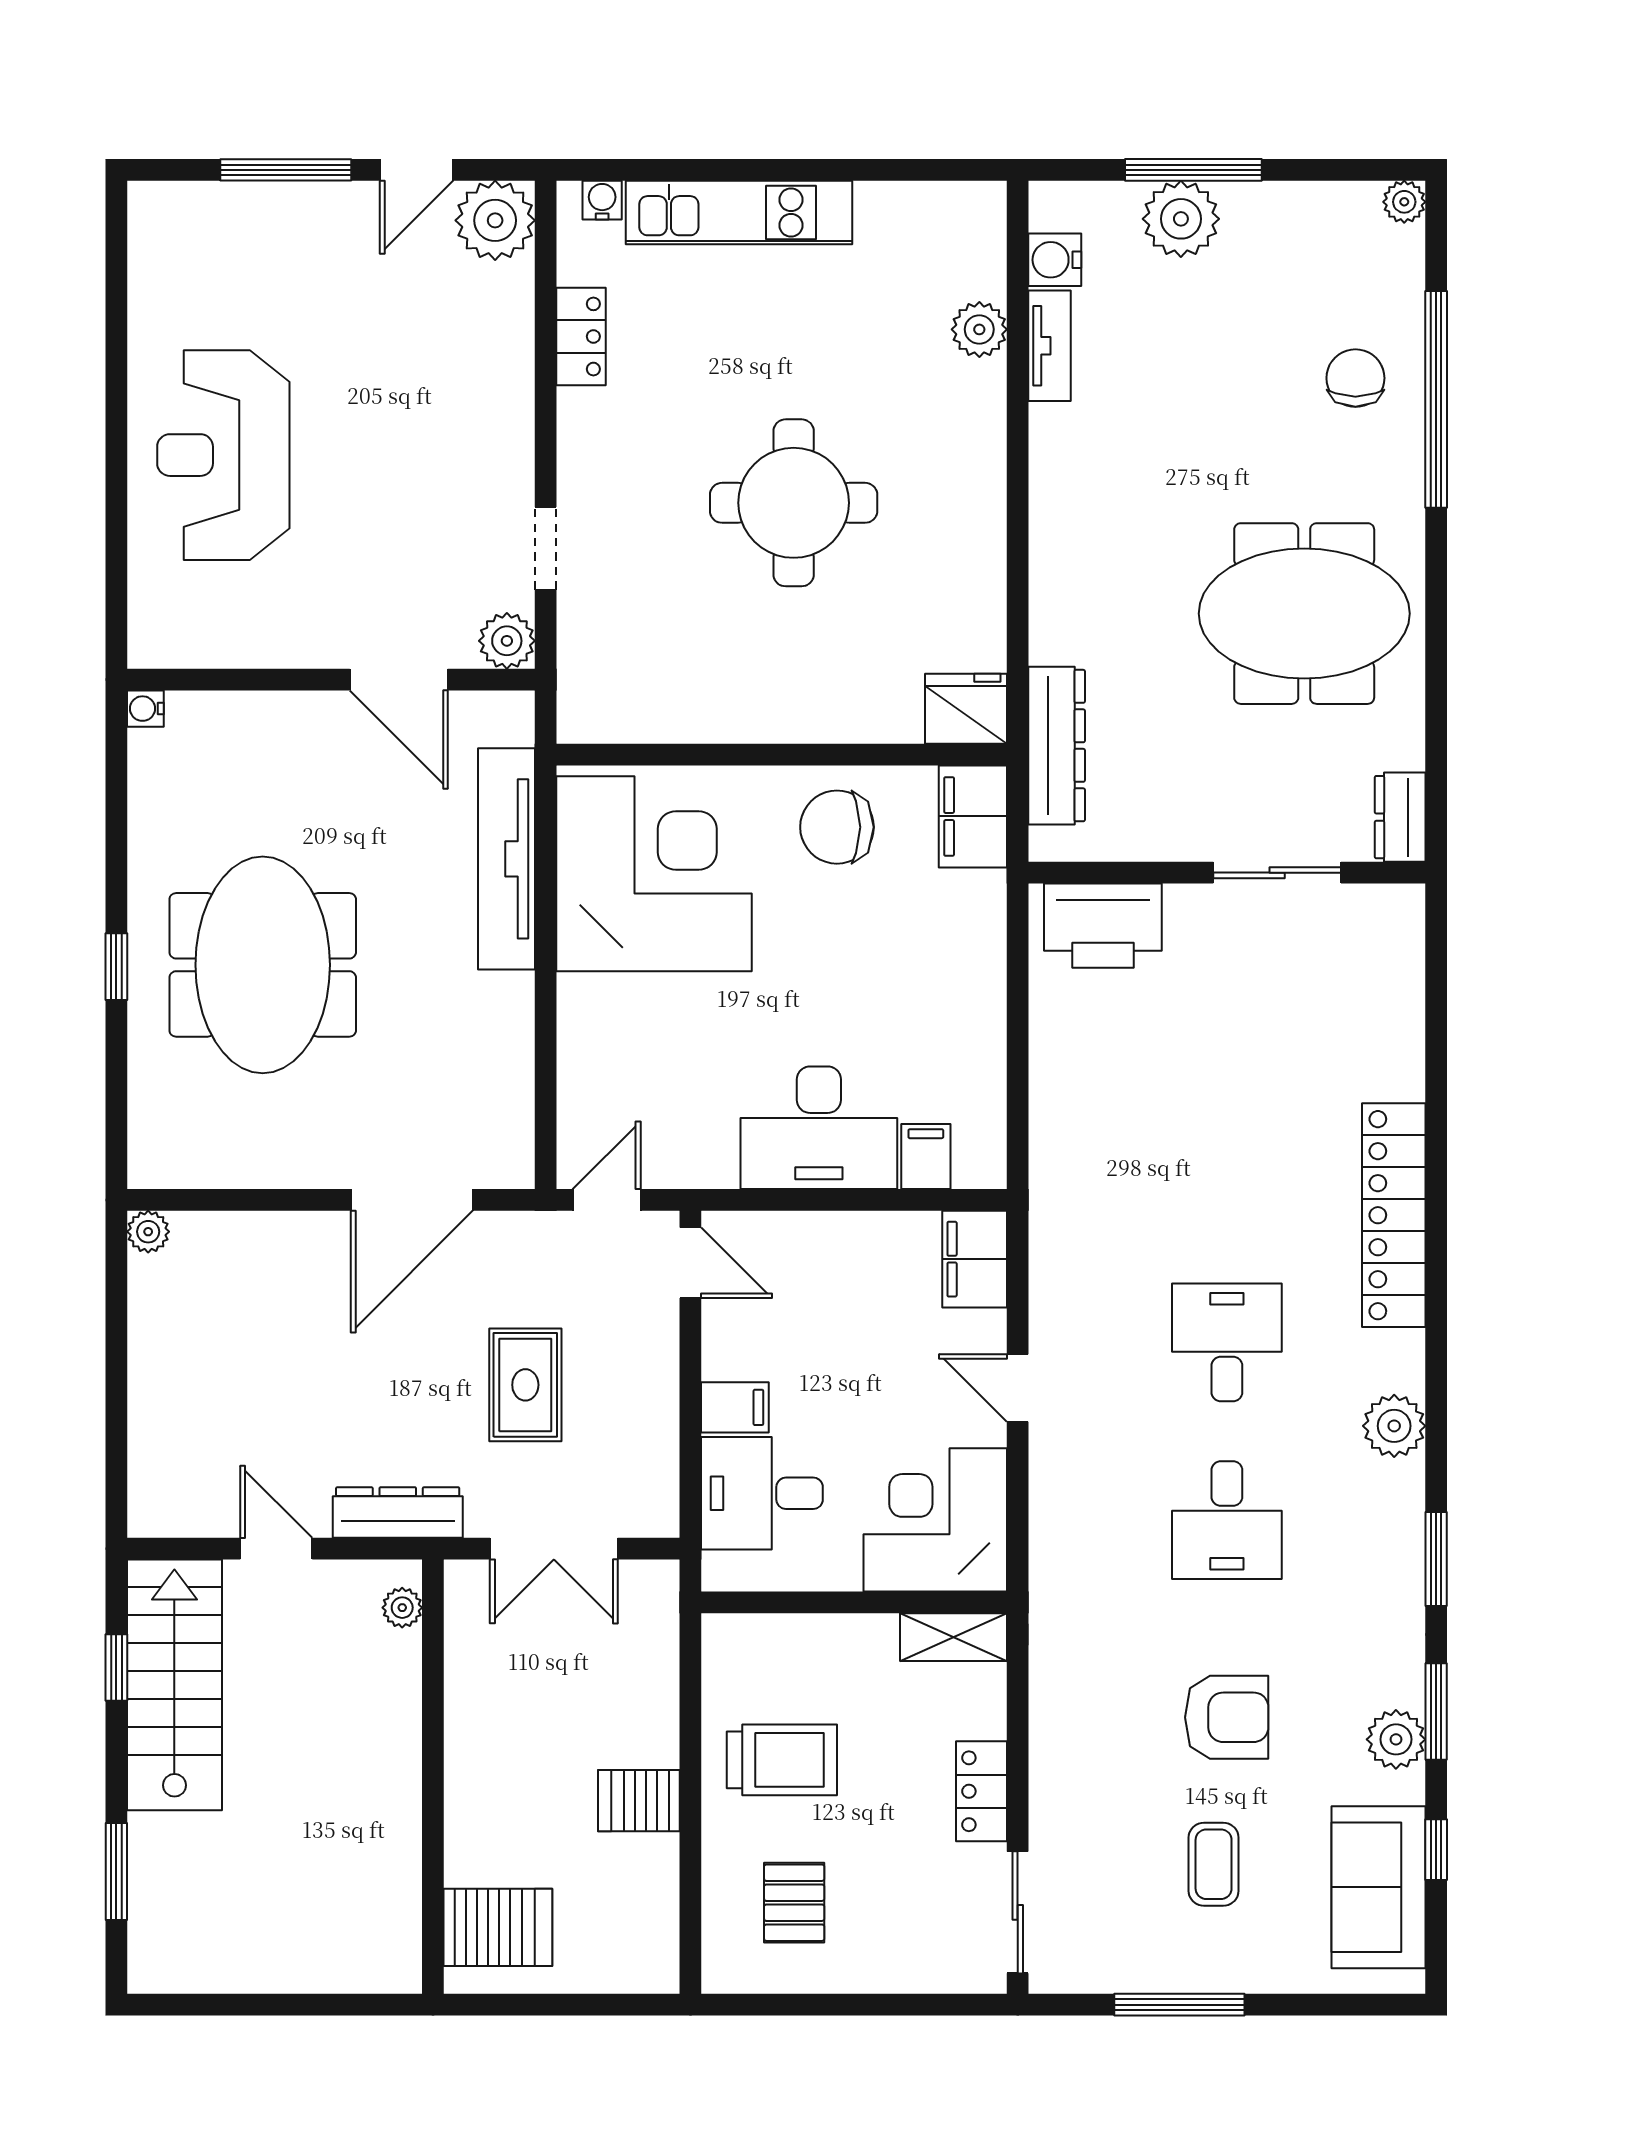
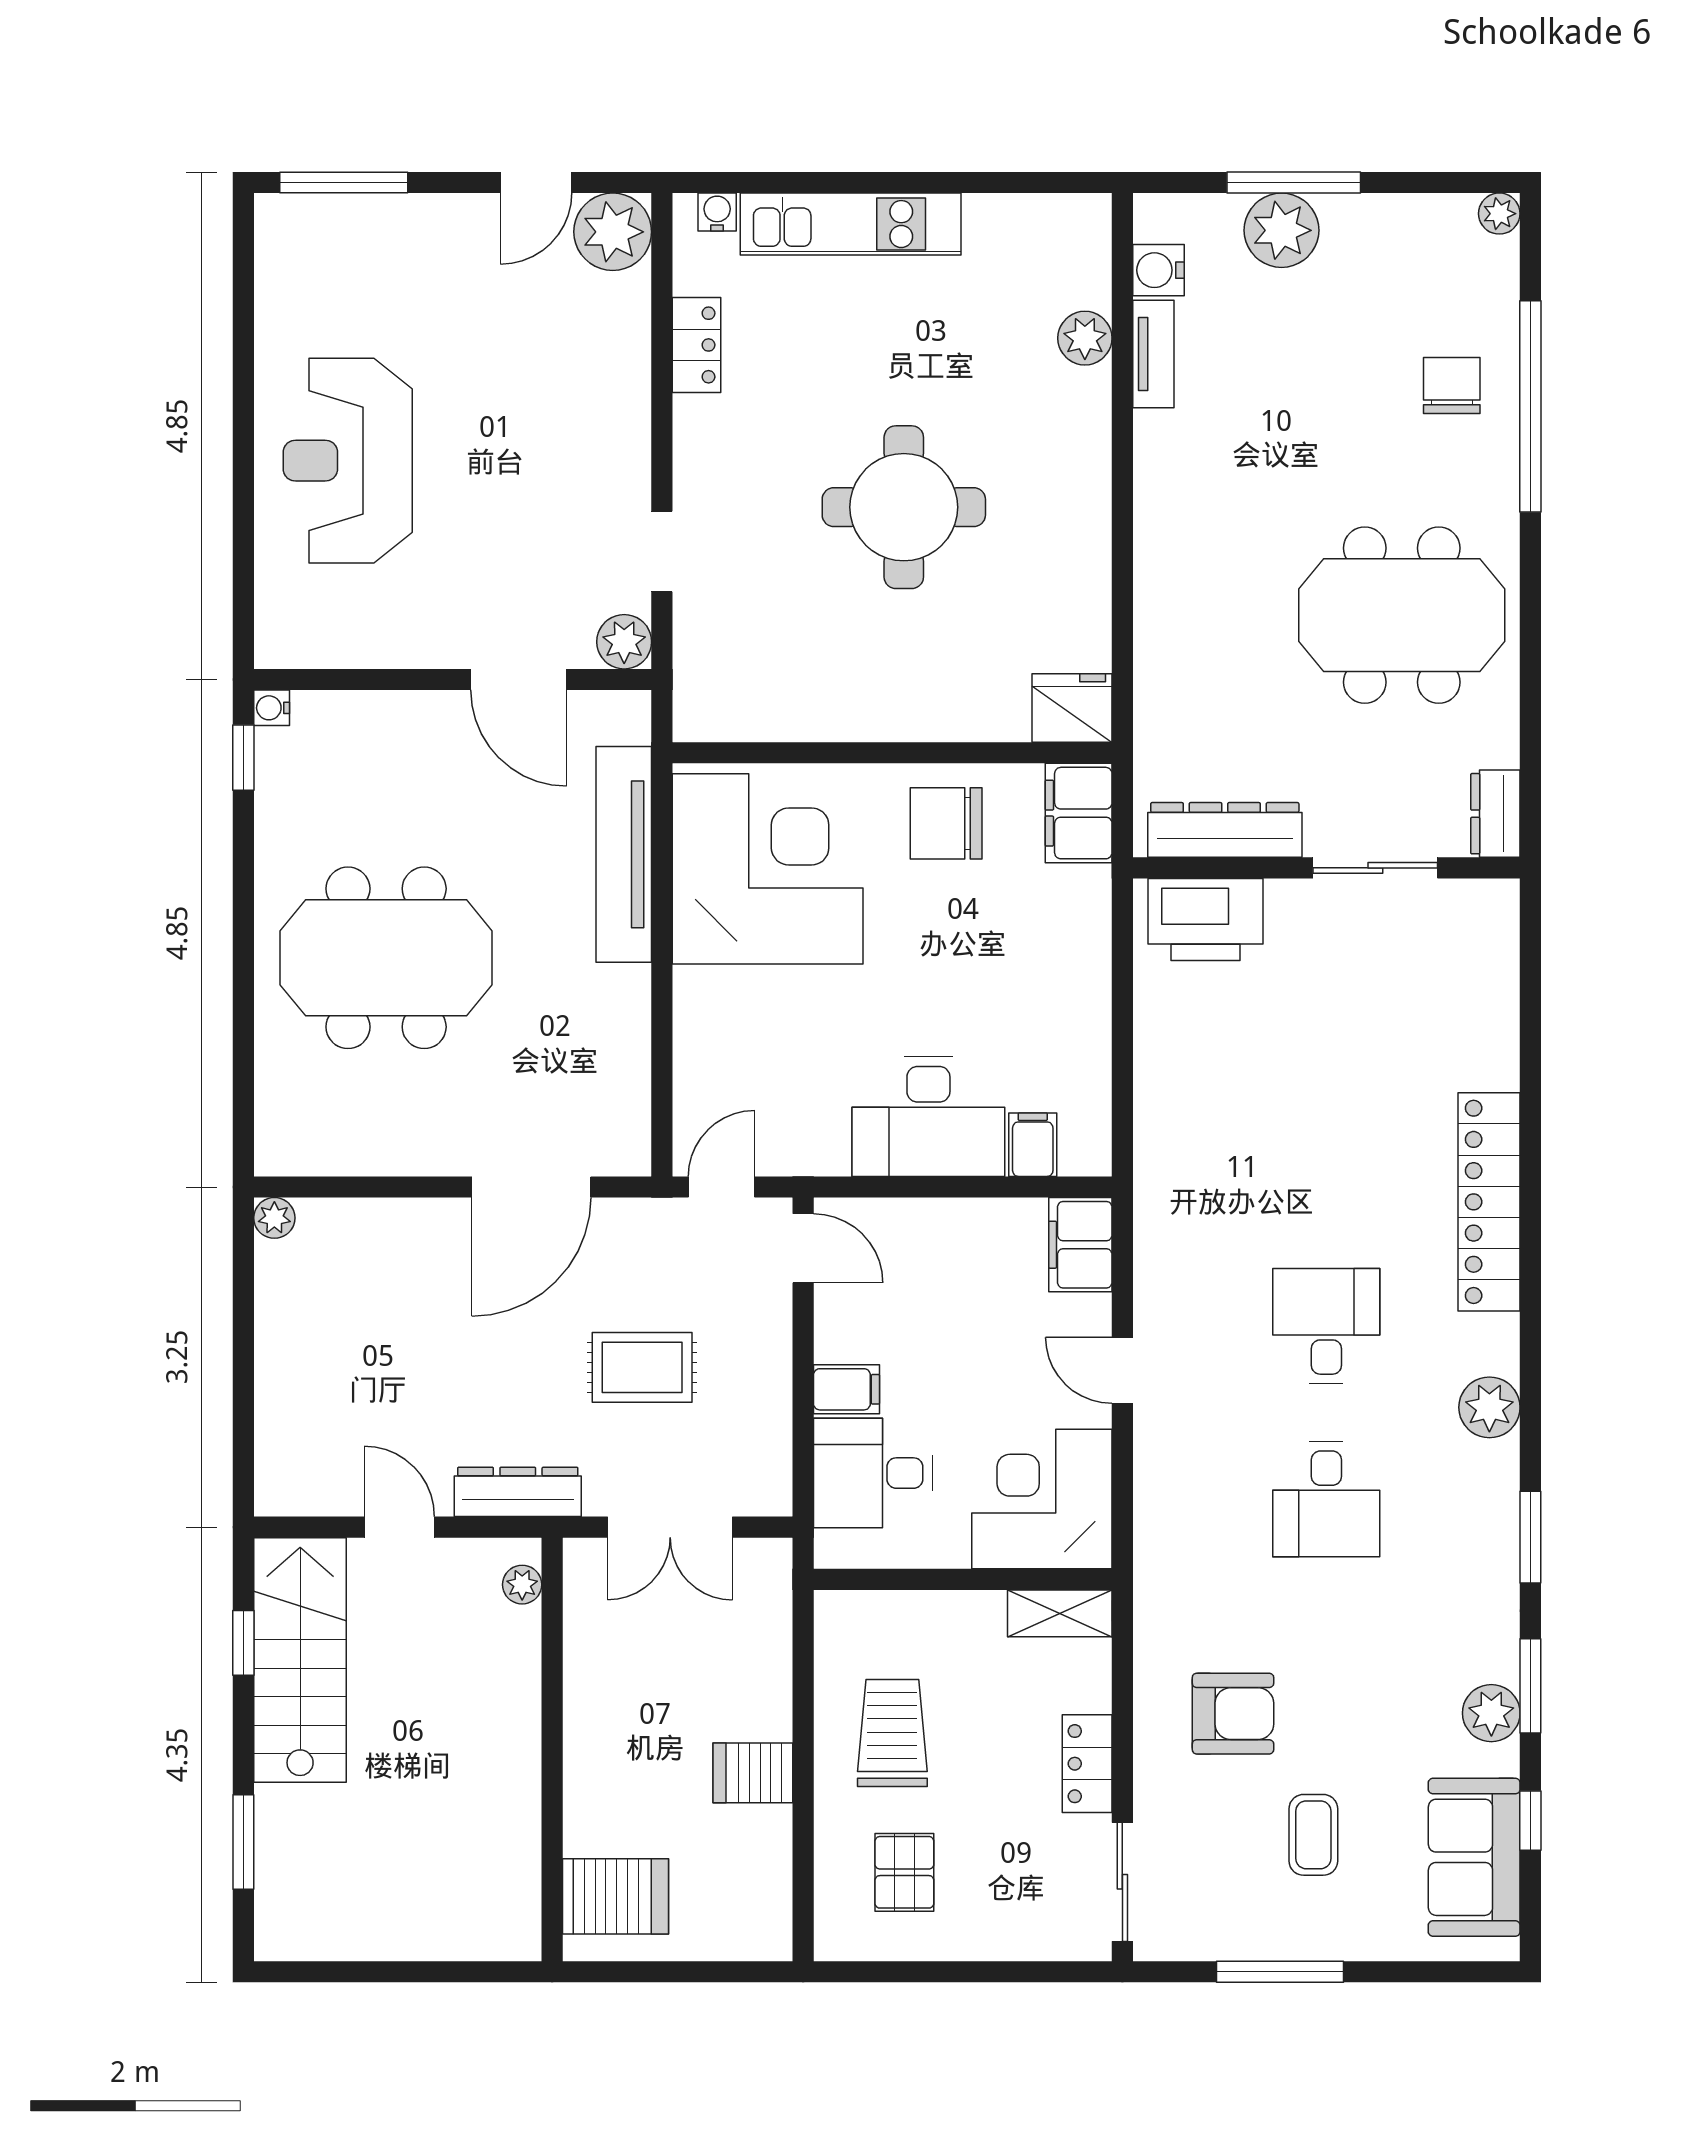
window: (286, 170) -> (344, 183), moved
dresser: (1057, 746) -> (1225, 830), moved, turned -90
meeting table: (263, 965) -> (386, 958), turned 90
window: (116, 967) -> (243, 758), moved
rug: (525, 1385) -> (642, 1367), turned 90
armchair: (1227, 1717) -> (1233, 1714), moved
trolley: (782, 1760) -> (892, 1733), turned -90

